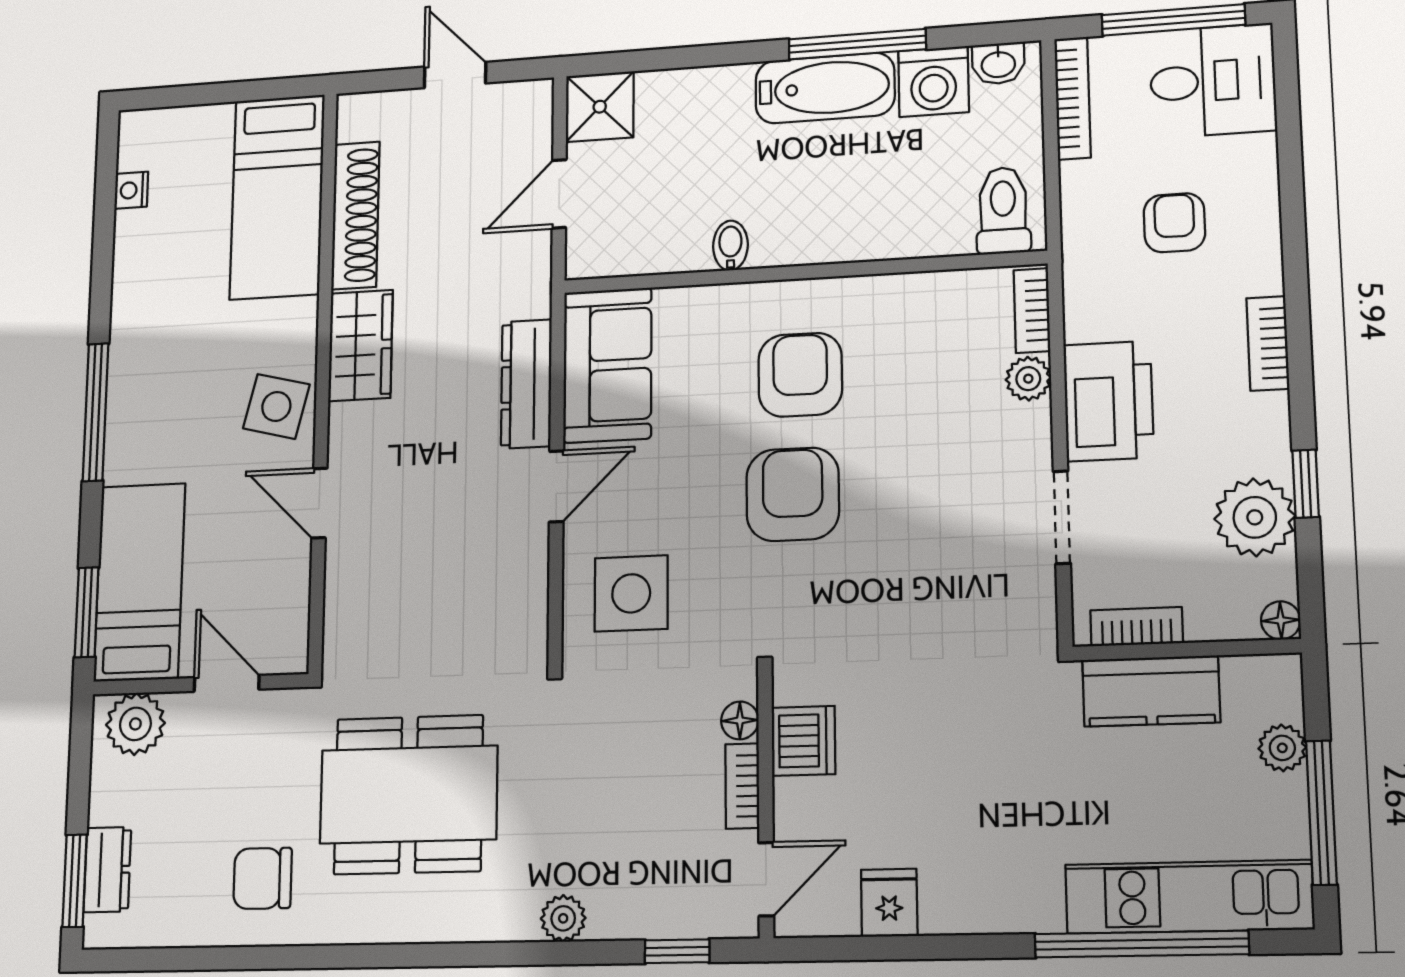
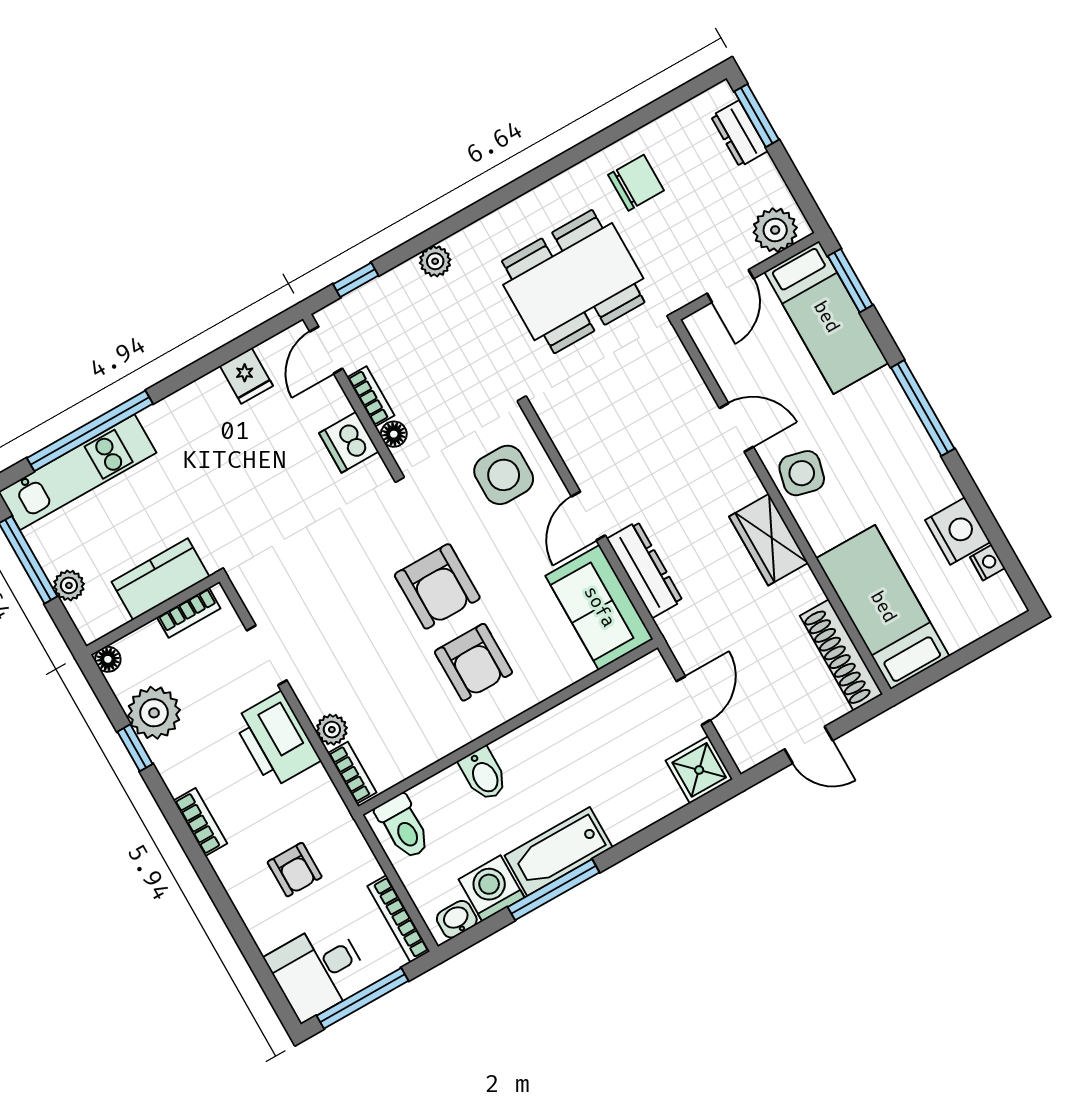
shoe rack: (355, 215) -> (841, 655), moved
nightstand: (142, 244) -> (958, 531), added
bidet: (730, 246) -> (484, 774), moved, width x1.38, depth x1.36
door: (227, 683) -> (730, 286), hinge flipped

